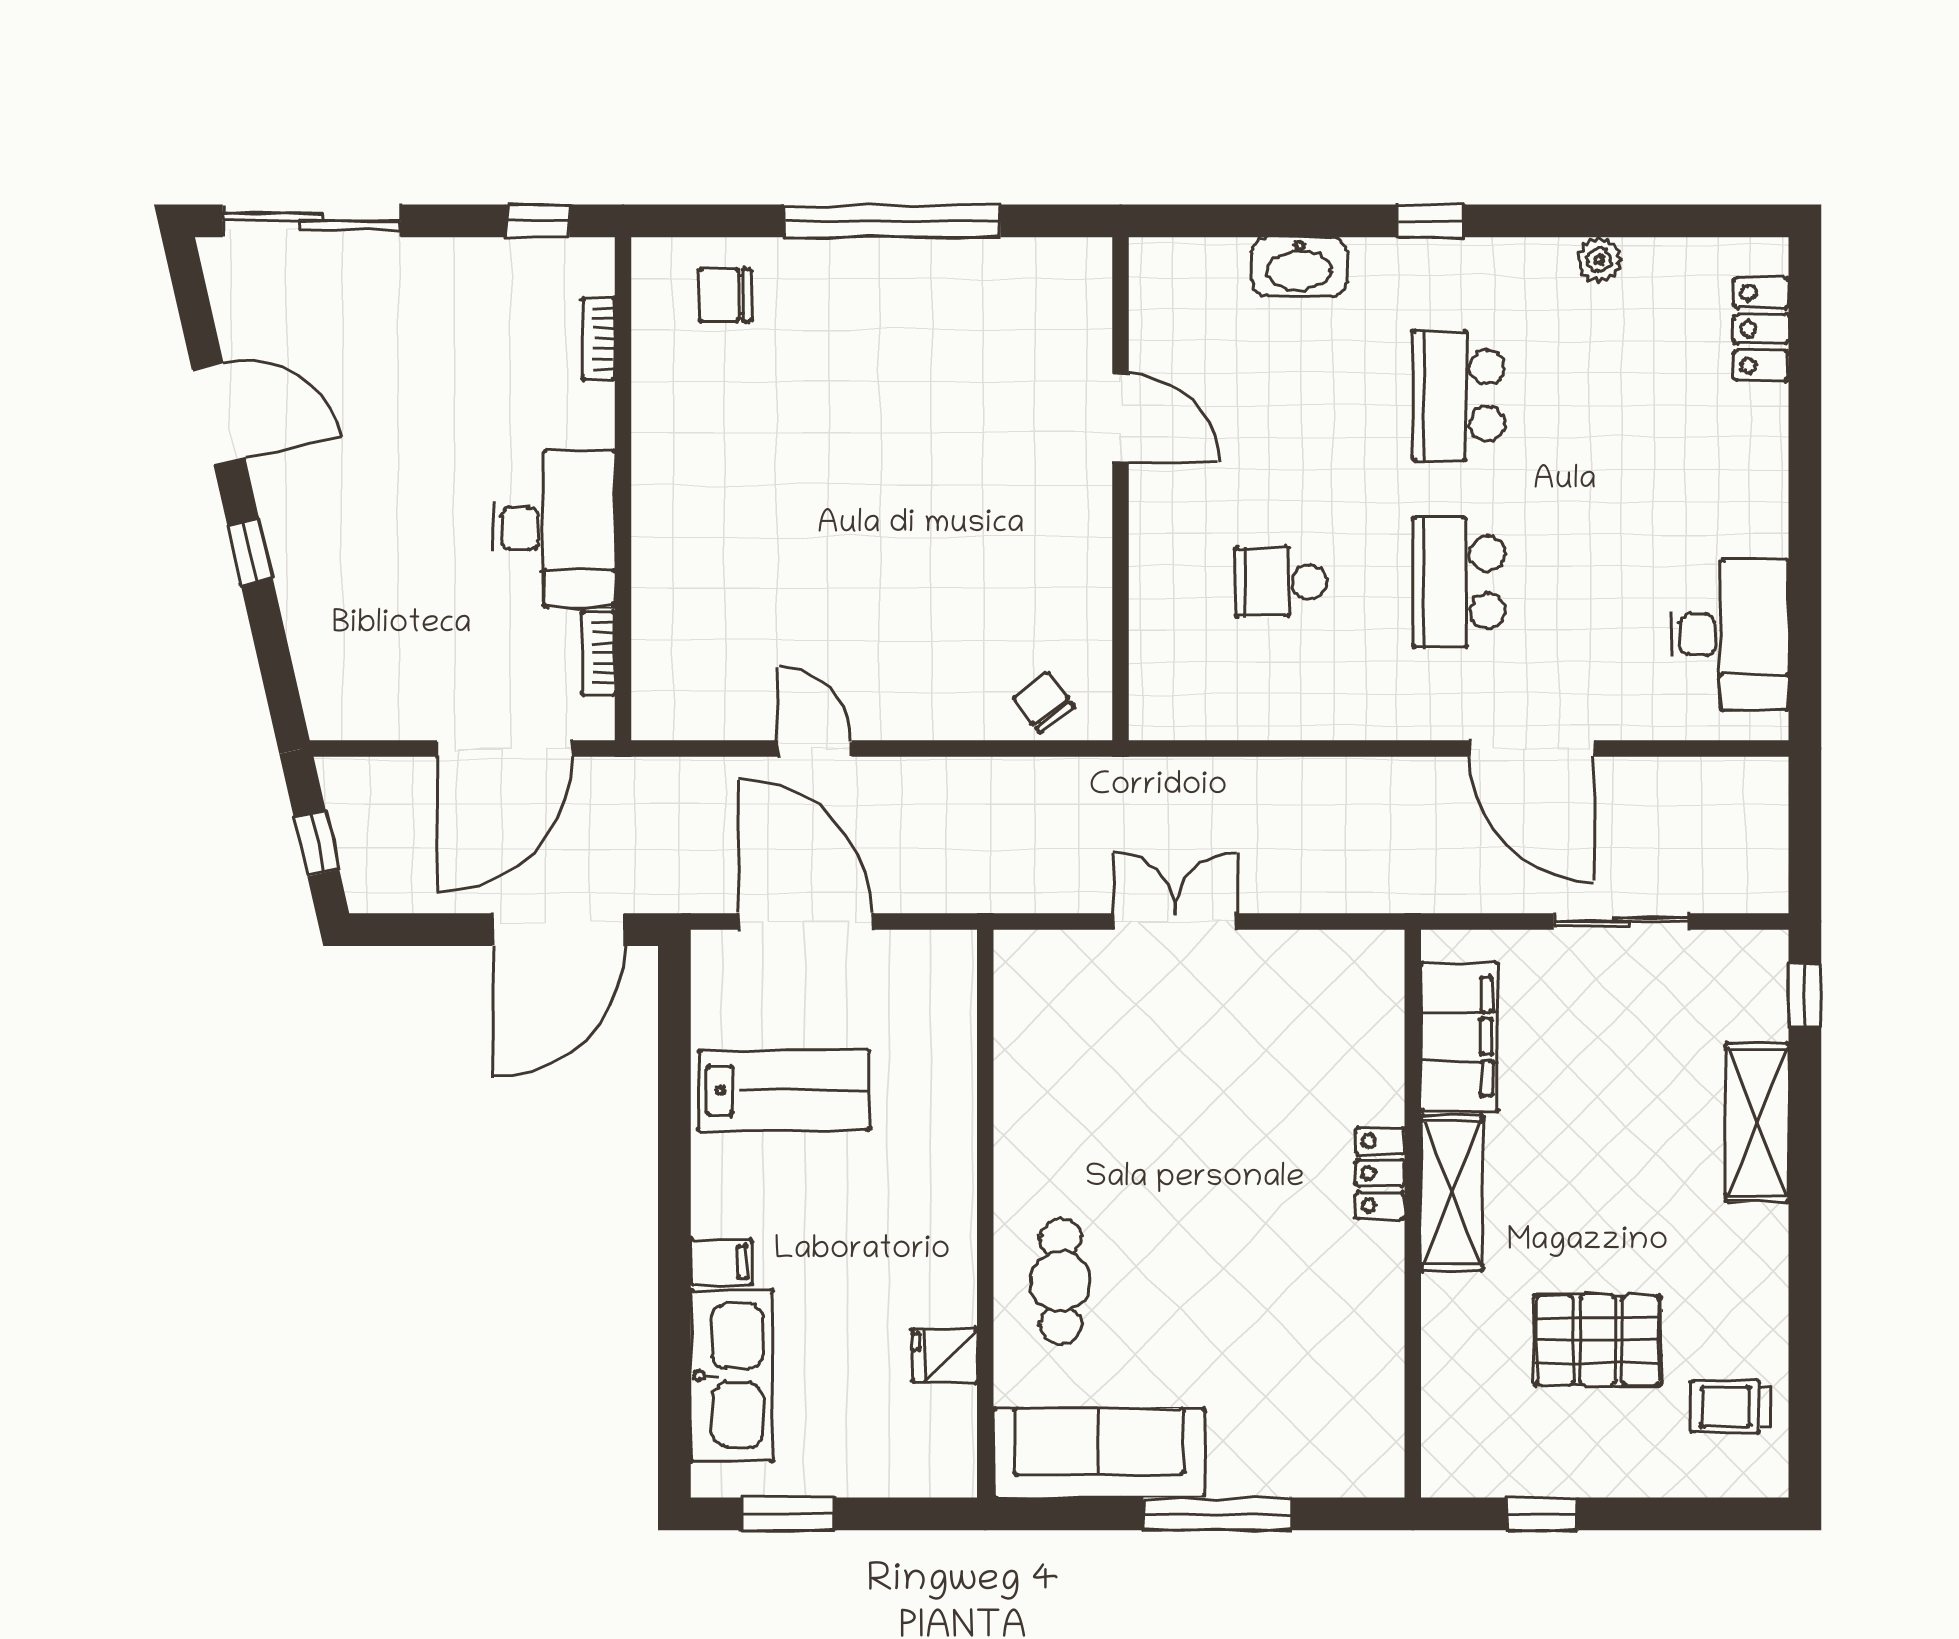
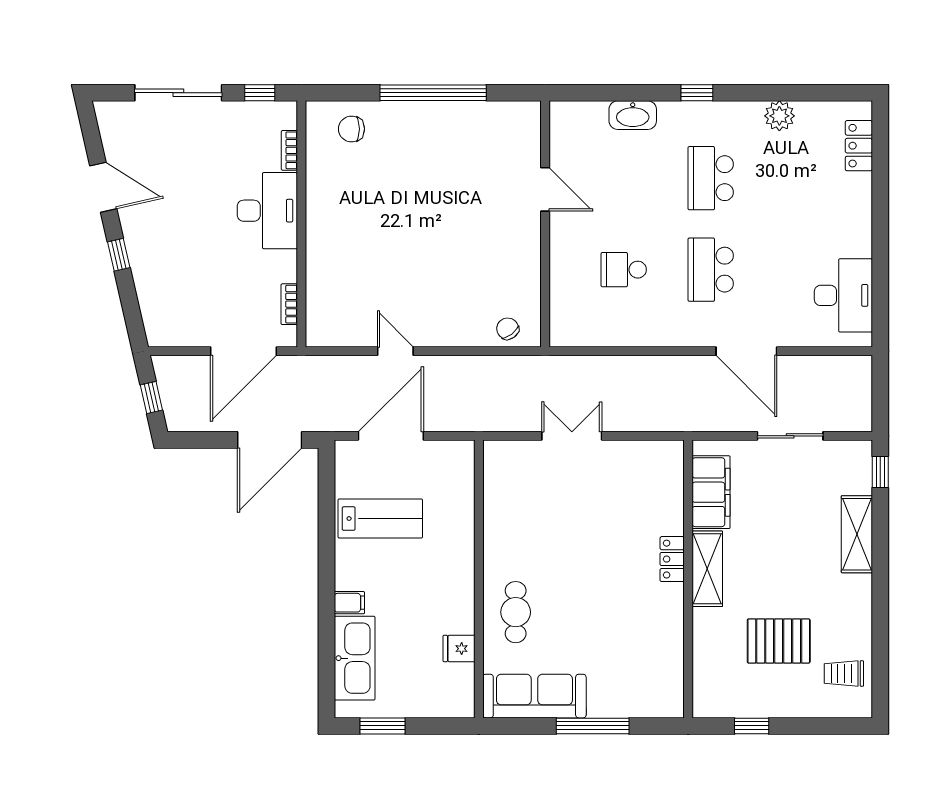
sliding door: (312, 221) -> (178, 93), moved
plant: (1599, 260) -> (779, 116), width x1.38, depth x1.38
desk: (553, 529) -> (267, 211), moved
door: (806, 922) -> (391, 436), hinge flipped

